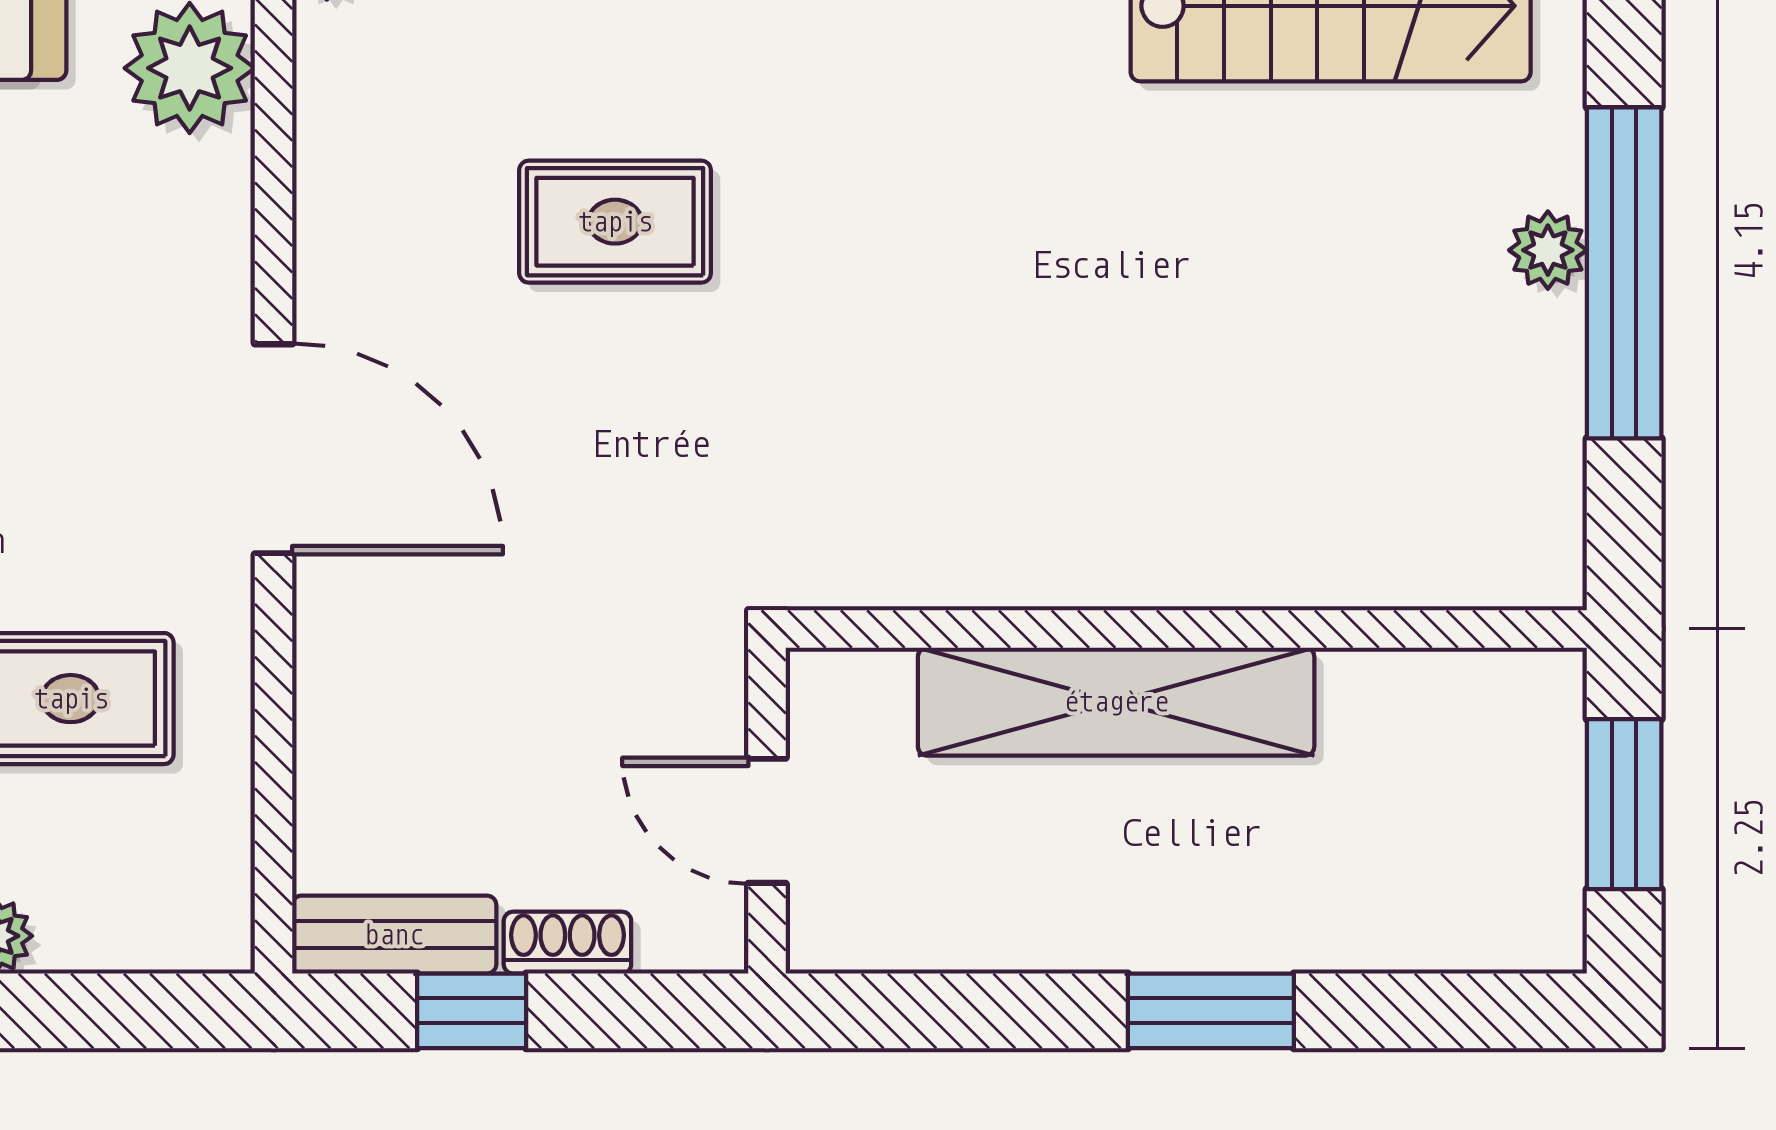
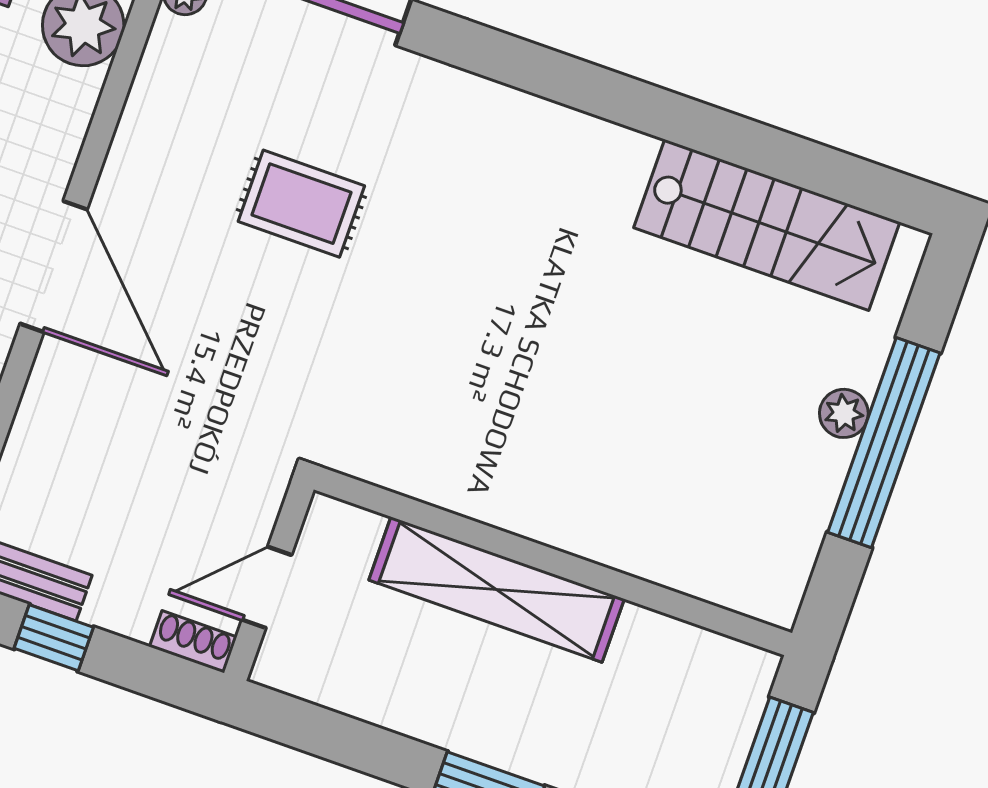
door: (767, 821) -> (267, 587), hinge flipped
shoe rack: (567, 943) -> (193, 642), moved

